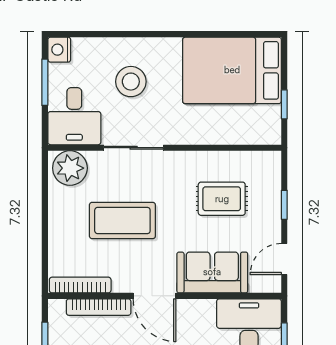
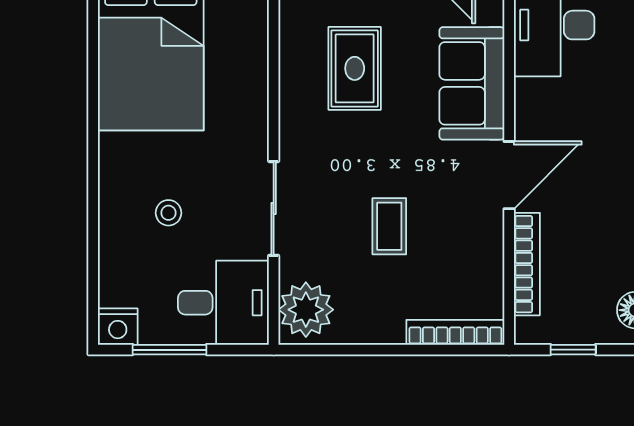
stool: (131, 82) -> (168, 213), width x0.53, depth x0.53
coffee table: (122, 221) -> (389, 226), width x0.54, depth x0.58
bookcase: (80, 285) -> (455, 332), moved, turned 90

